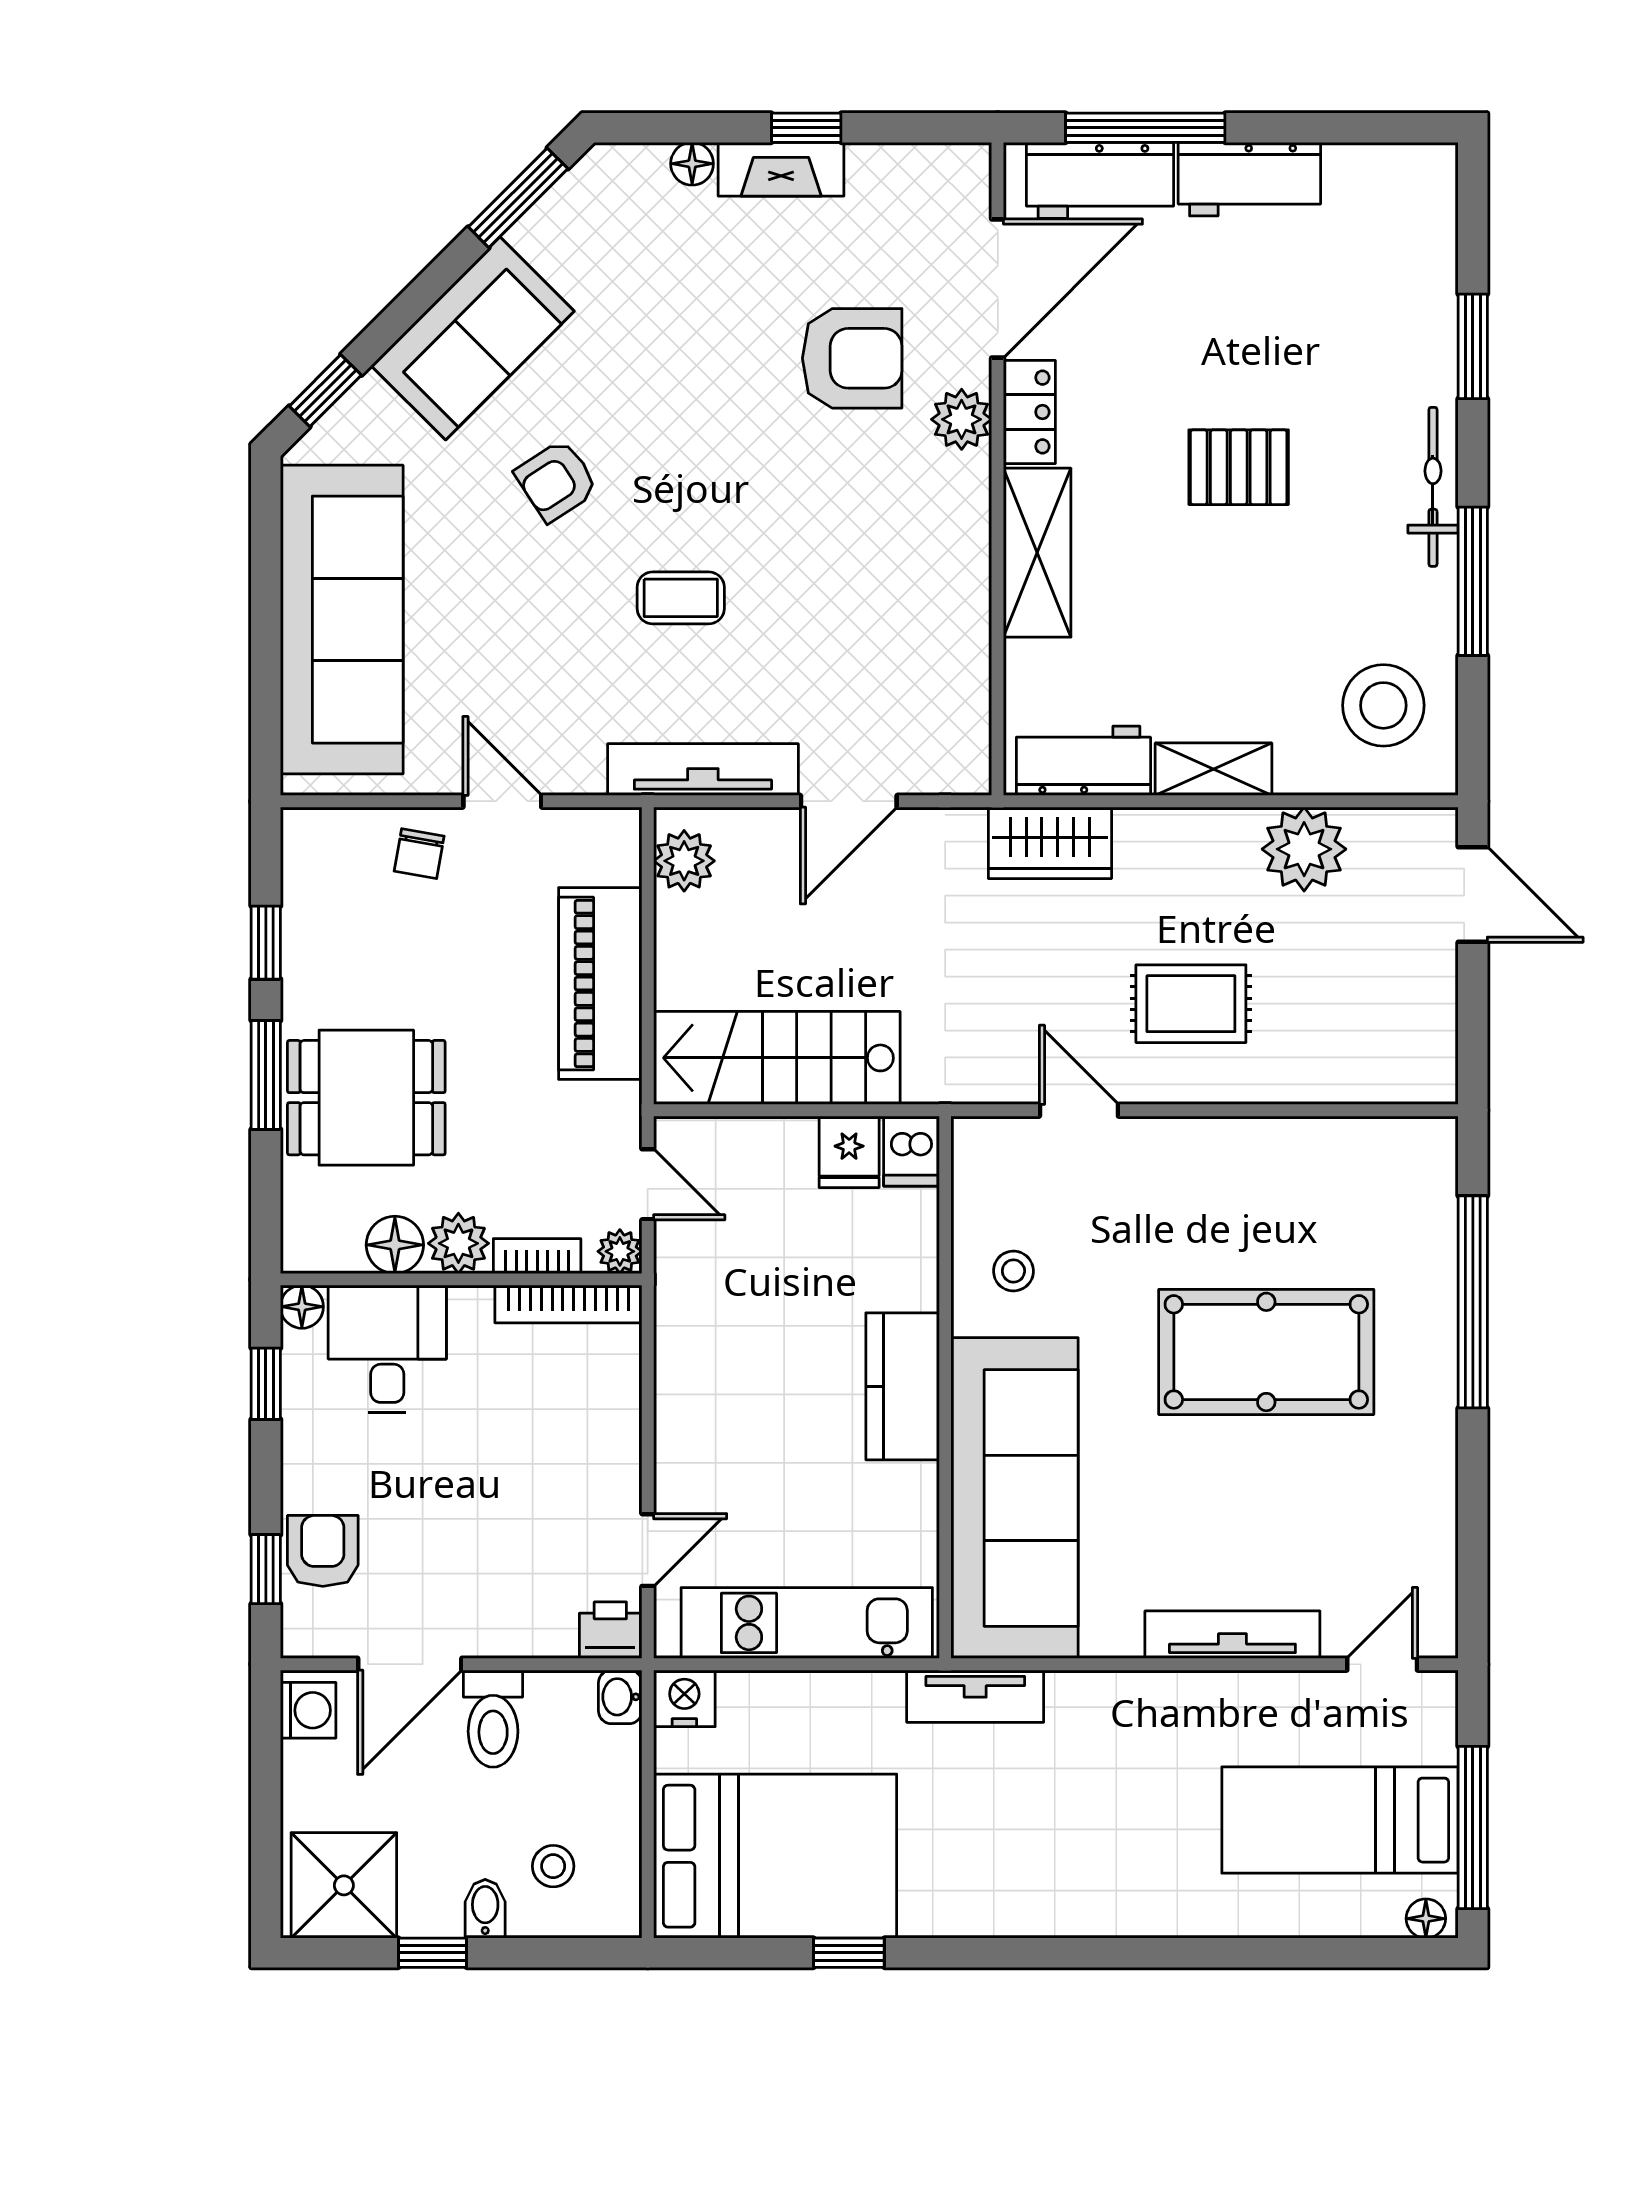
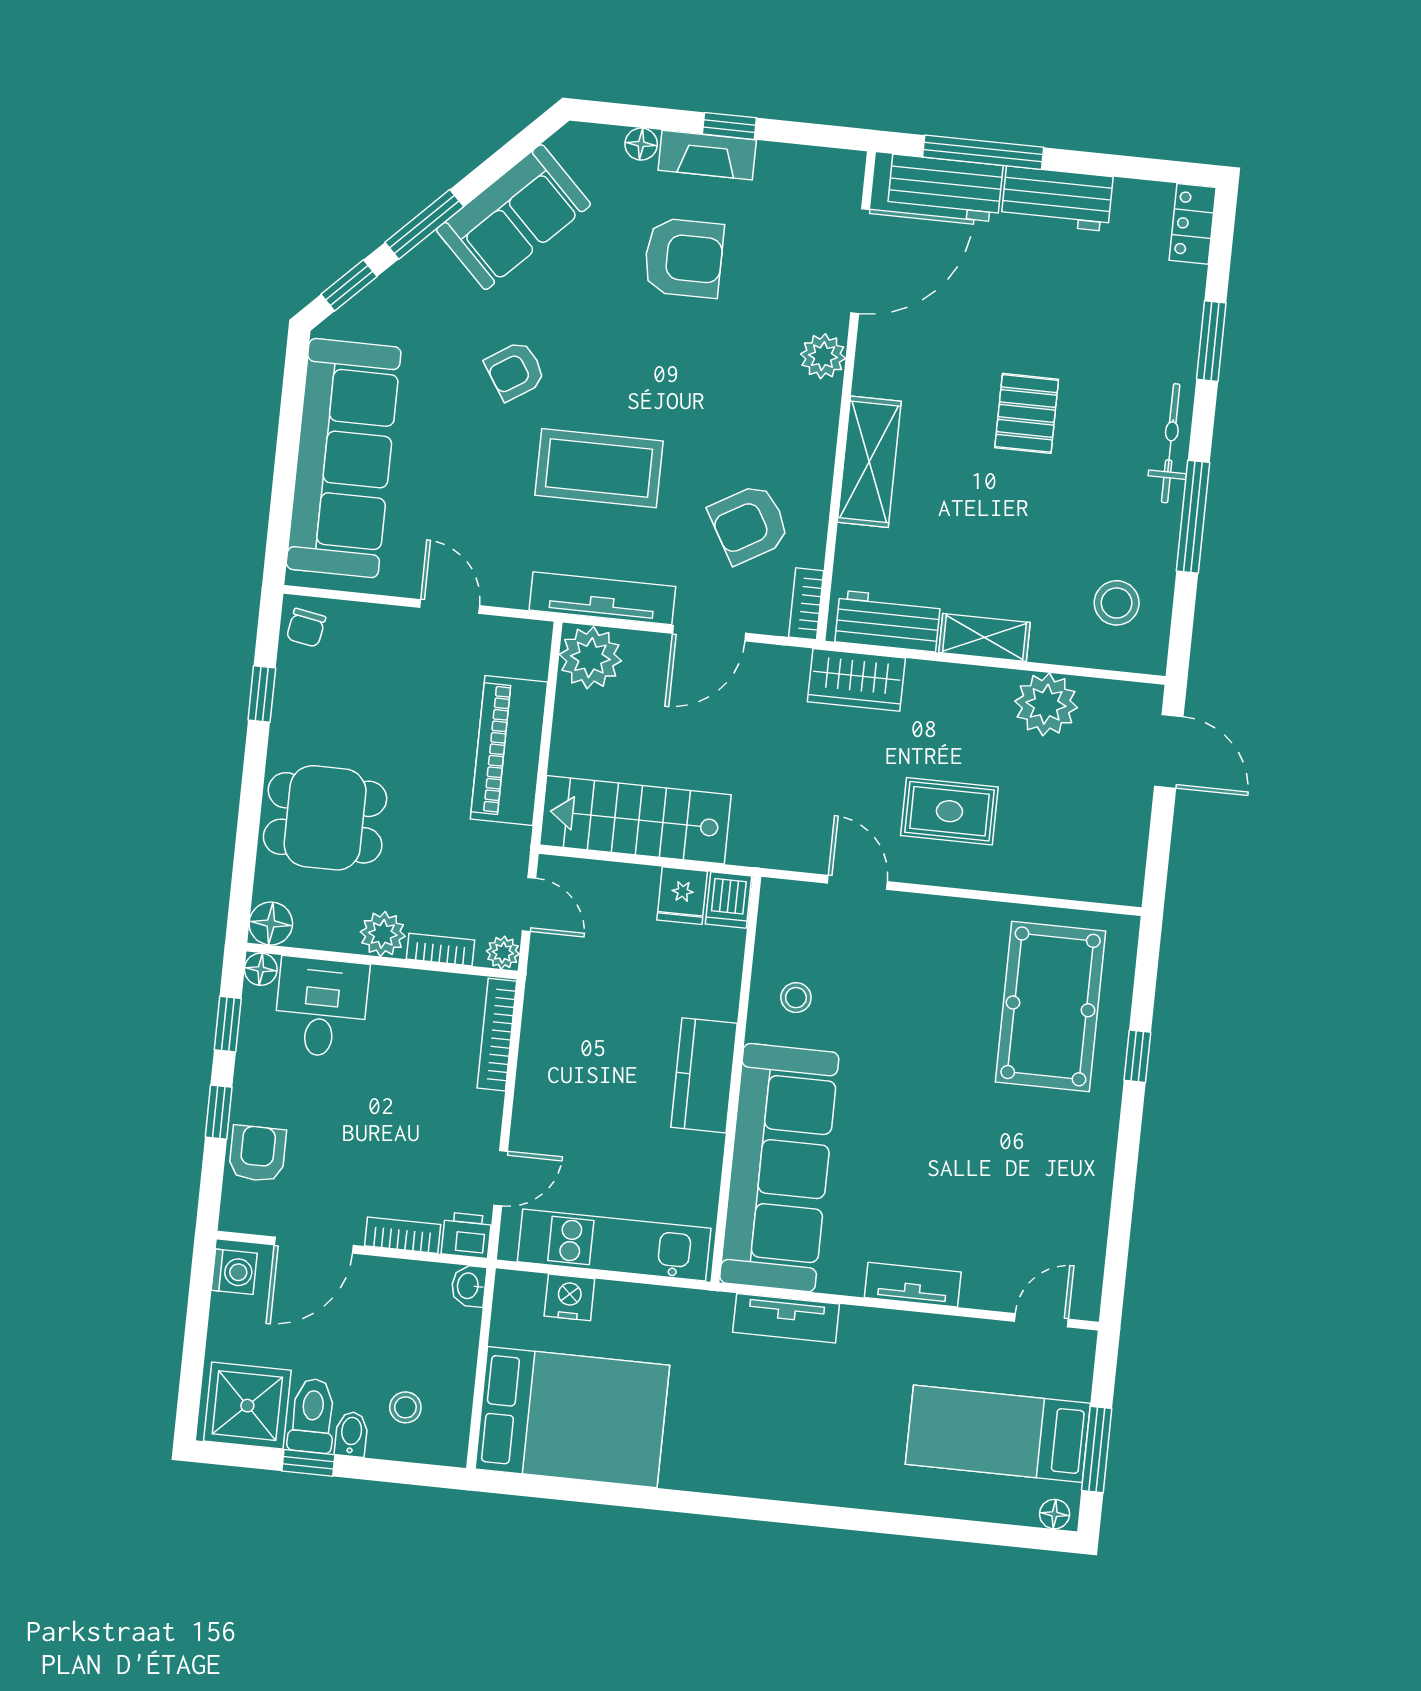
window: (518, 198) -> (424, 224), moved
sofa: (473, 338) -> (513, 217), moved
armchair: (852, 358) -> (684, 258), moved
locker: (1029, 412) -> (1193, 224), moved, turned 180
pallet: (1239, 467) -> (1027, 413), turned 90
coffee table: (681, 598) -> (599, 468), width x1.86, depth x1.72
armchair: (887, 651) -> (749, 524), added
stool: (1383, 705) -> (1117, 603), width x0.73, depth x0.73
bookcase: (973, 749) -> (806, 604), added
chair: (419, 854) -> (306, 628), moved
plant: (684, 861) -> (590, 658), width x1.36, depth x1.36
window: (266, 1075) -> (252, 793), removed
floor lamp: (395, 1245) -> (271, 924), moved
window: (1473, 1302) -> (1137, 1056), width x0.32
bookcase: (568, 1304) -> (497, 1035), moved, turned 90
pool table: (1266, 1352) -> (1051, 1006), moved, turned 90
window: (266, 1569) -> (219, 1112), moved
tv unit: (1232, 1635) -> (913, 1285), width x0.71
bookcase: (526, 1639) -> (403, 1235), added
tv unit: (975, 1696) -> (786, 1318), moved
nightstand: (684, 1698) -> (569, 1297), moved
toilet: (493, 1719) -> (312, 1415), moved, turned 180
window: (1473, 1827) -> (1097, 1450), width x0.69
window: (849, 1953) -> (620, 1495), removed

